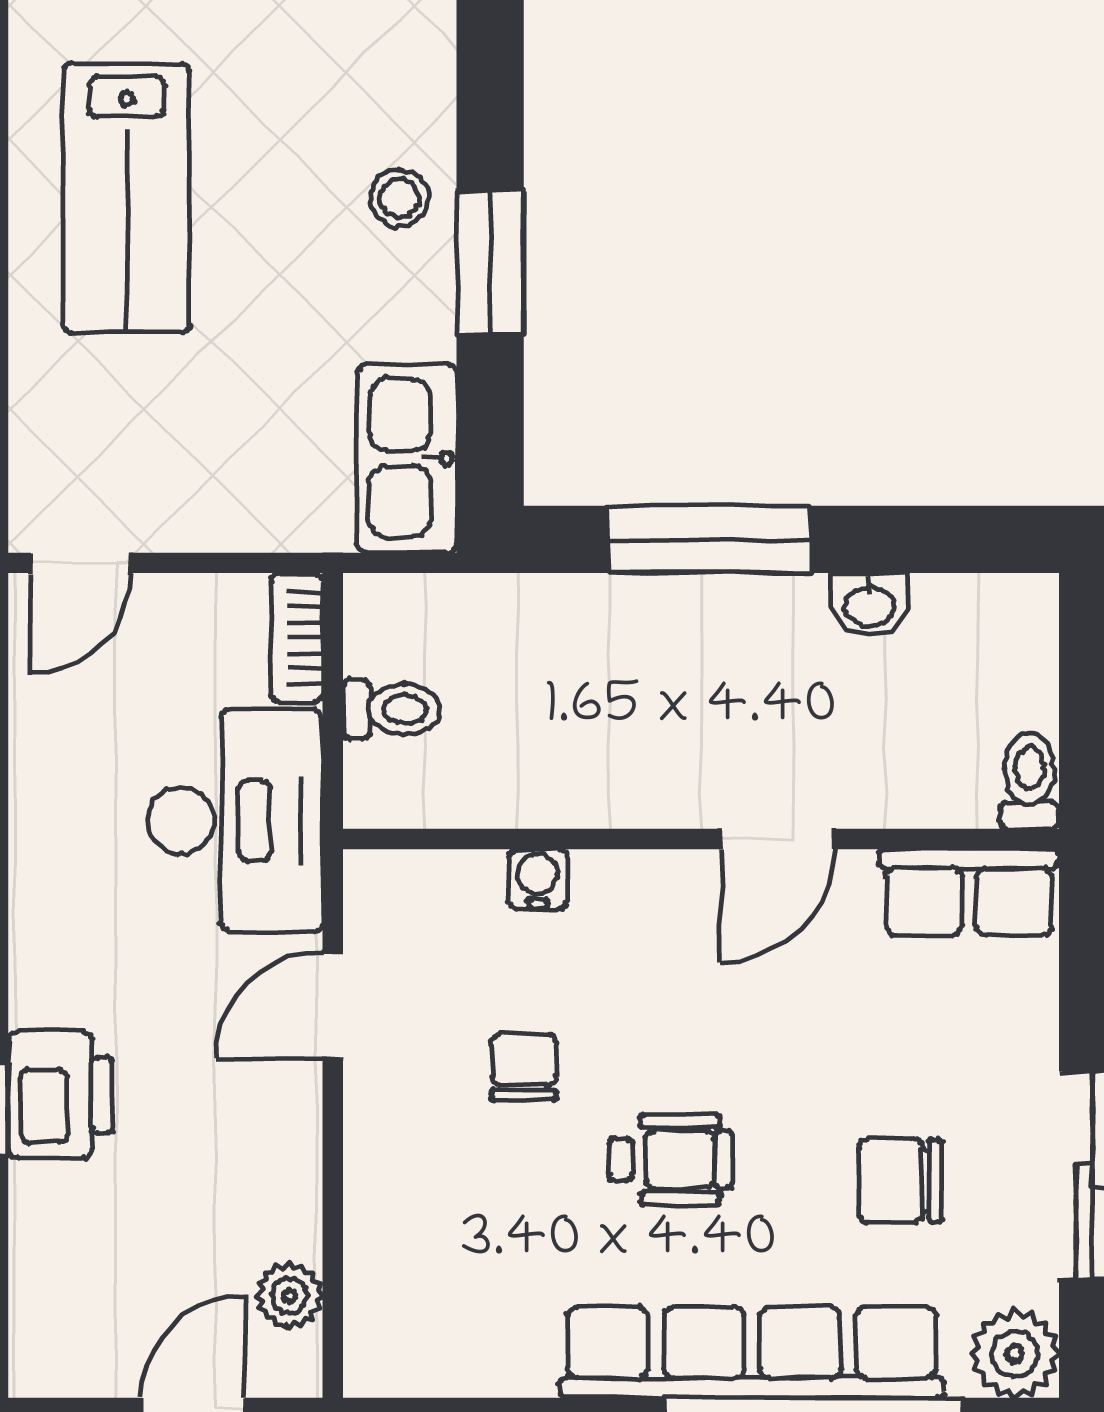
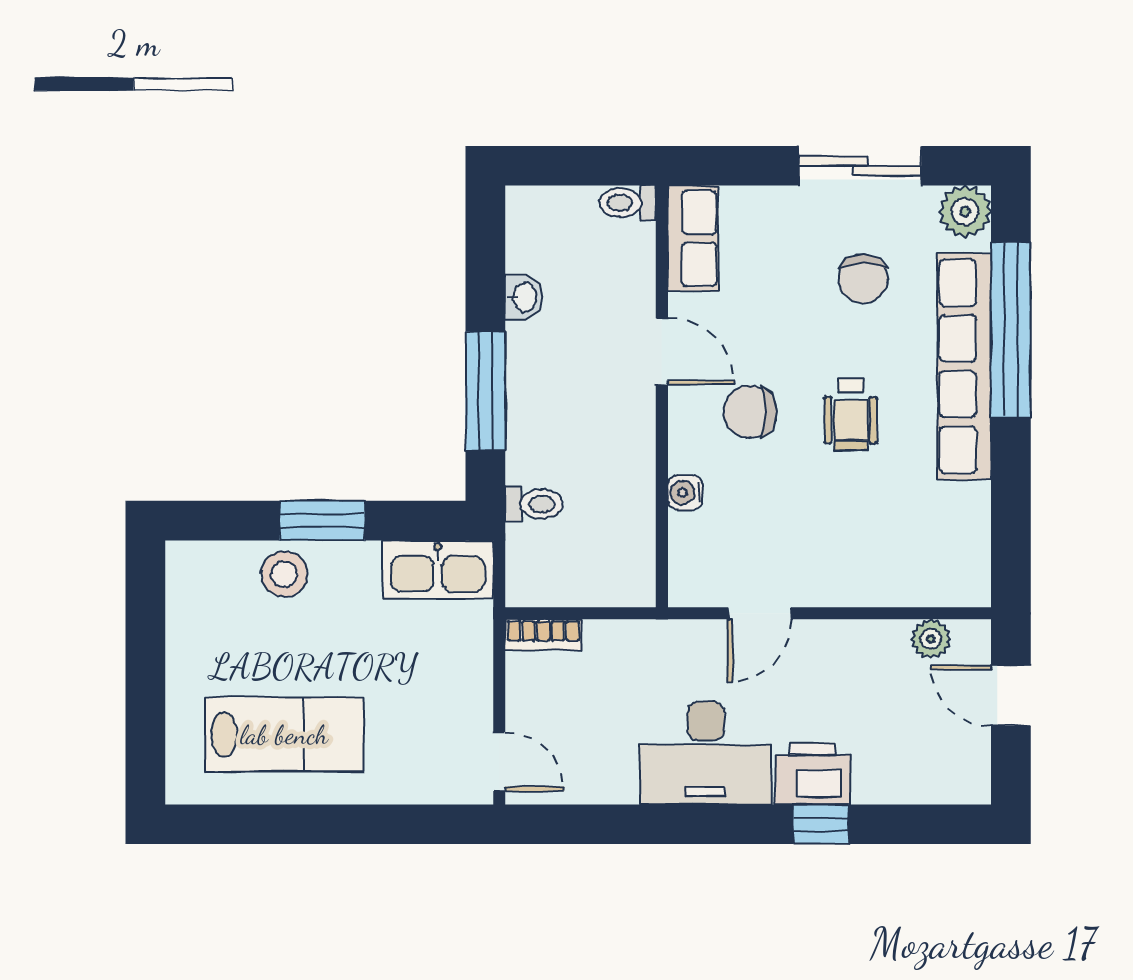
stool: (399, 198) -> (284, 574), width x1.37, depth x1.37
toilet: (391, 709) -> (534, 504), moved, turned 90
desk: (235, 821) -> (706, 753), moved, turned 180
door: (333, 1005) -> (760, 613), hinge flipped
chair: (524, 1068) -> (750, 412), moved, width x1.37, depth x1.37
wheelchair: (670, 1159) -> (851, 414), turned 180

